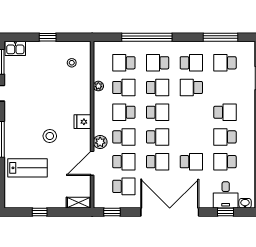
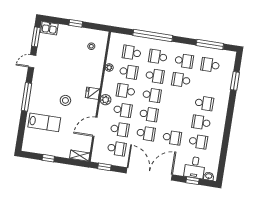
plant: (100, 142) -> (106, 100), moved
school desk: (225, 162) -> (198, 142), turned 180

